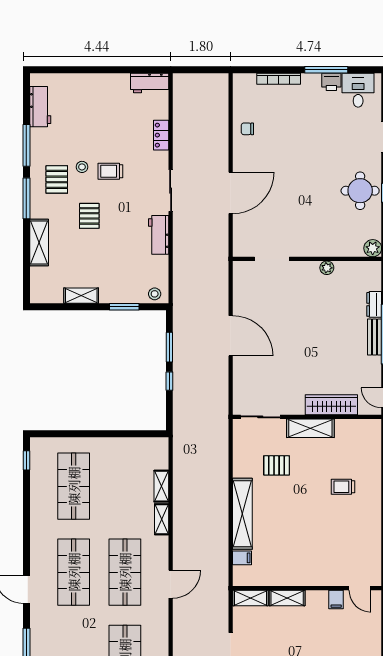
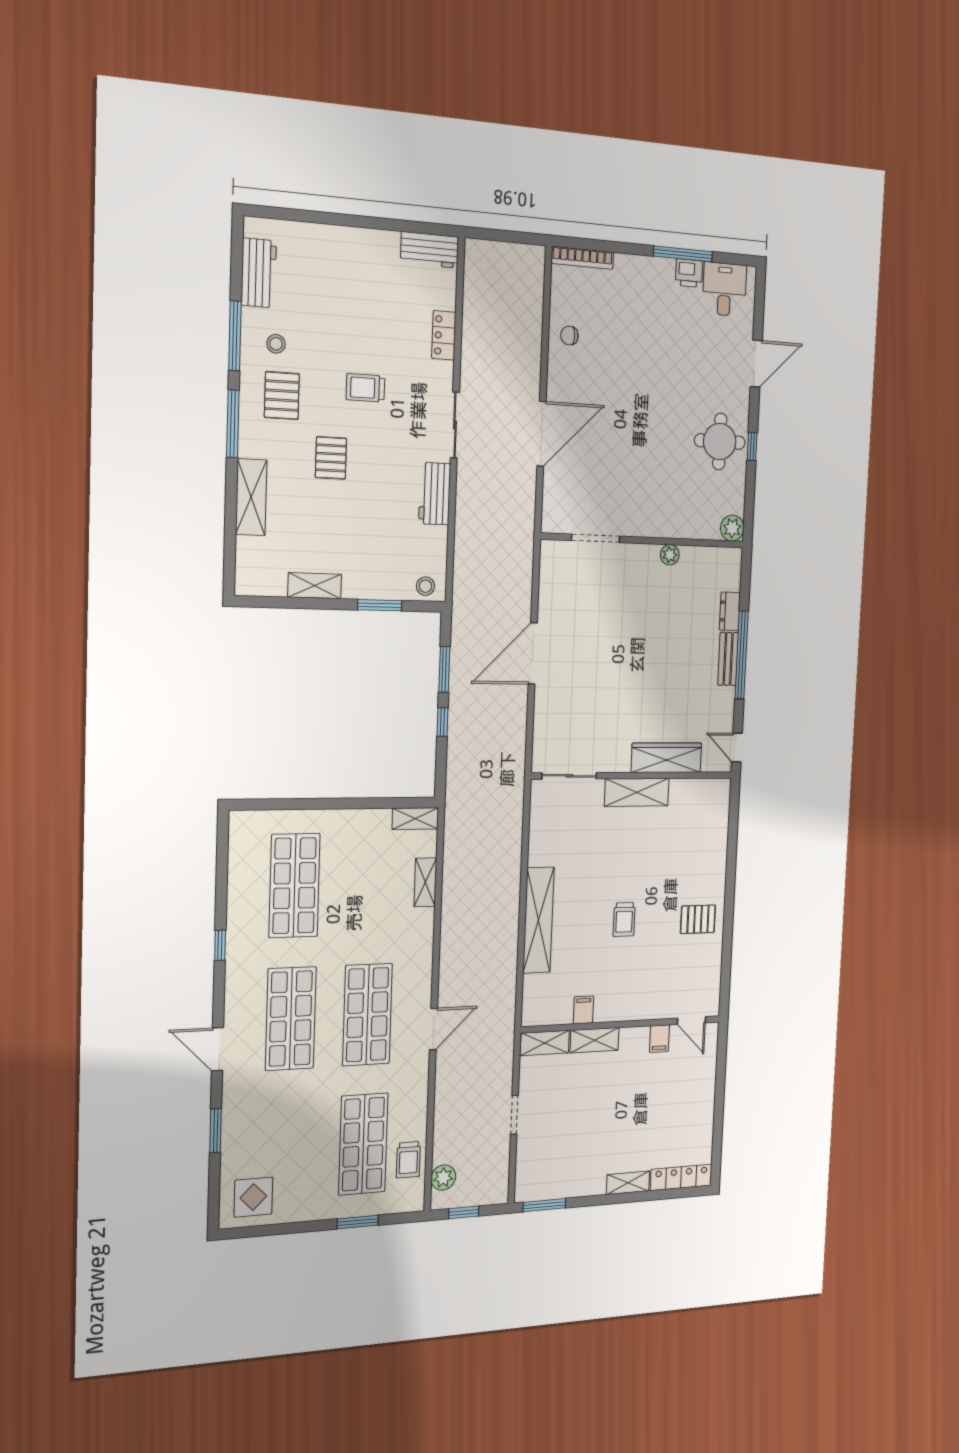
bookcase: (279, 79) -> (582, 258), moved
stool: (82, 167) -> (276, 344), moved
door: (231, 336) -> (533, 654), swing flipped
window: (26, 460) -> (220, 945), moved
pallet: (277, 465) -> (698, 919), moved
trolley: (343, 487) -> (624, 919), moved, turned -90
shelving: (162, 519) -> (415, 819), moved, turned 90
filing cabinet: (242, 558) -> (583, 1010), moved, turned -90

